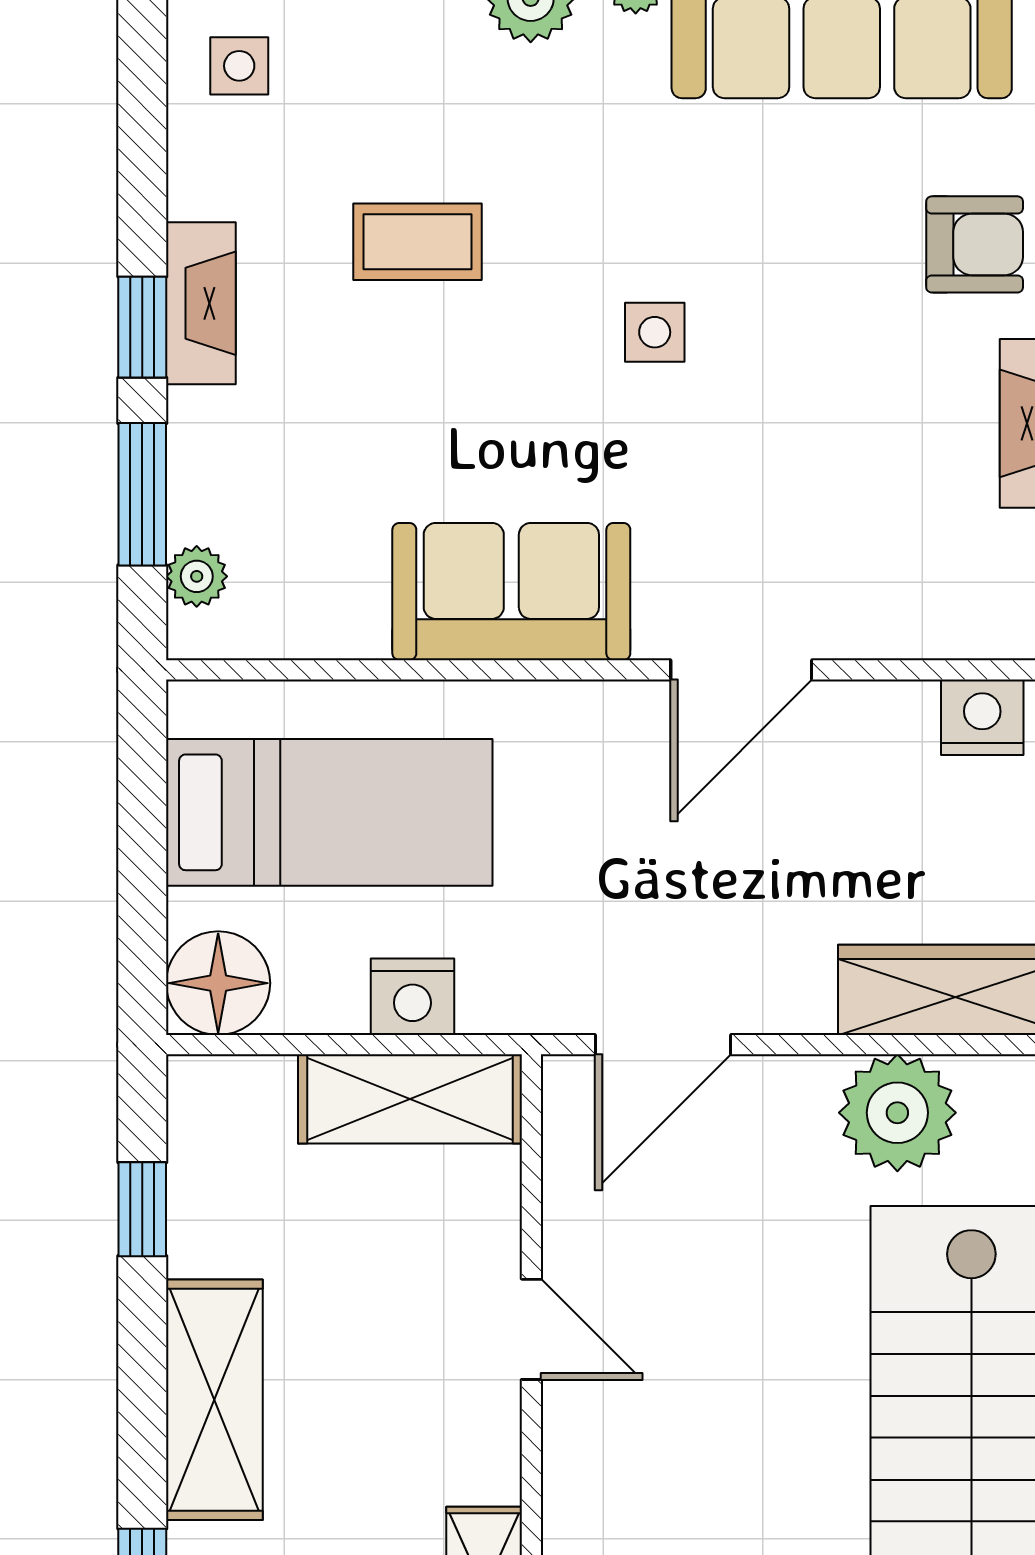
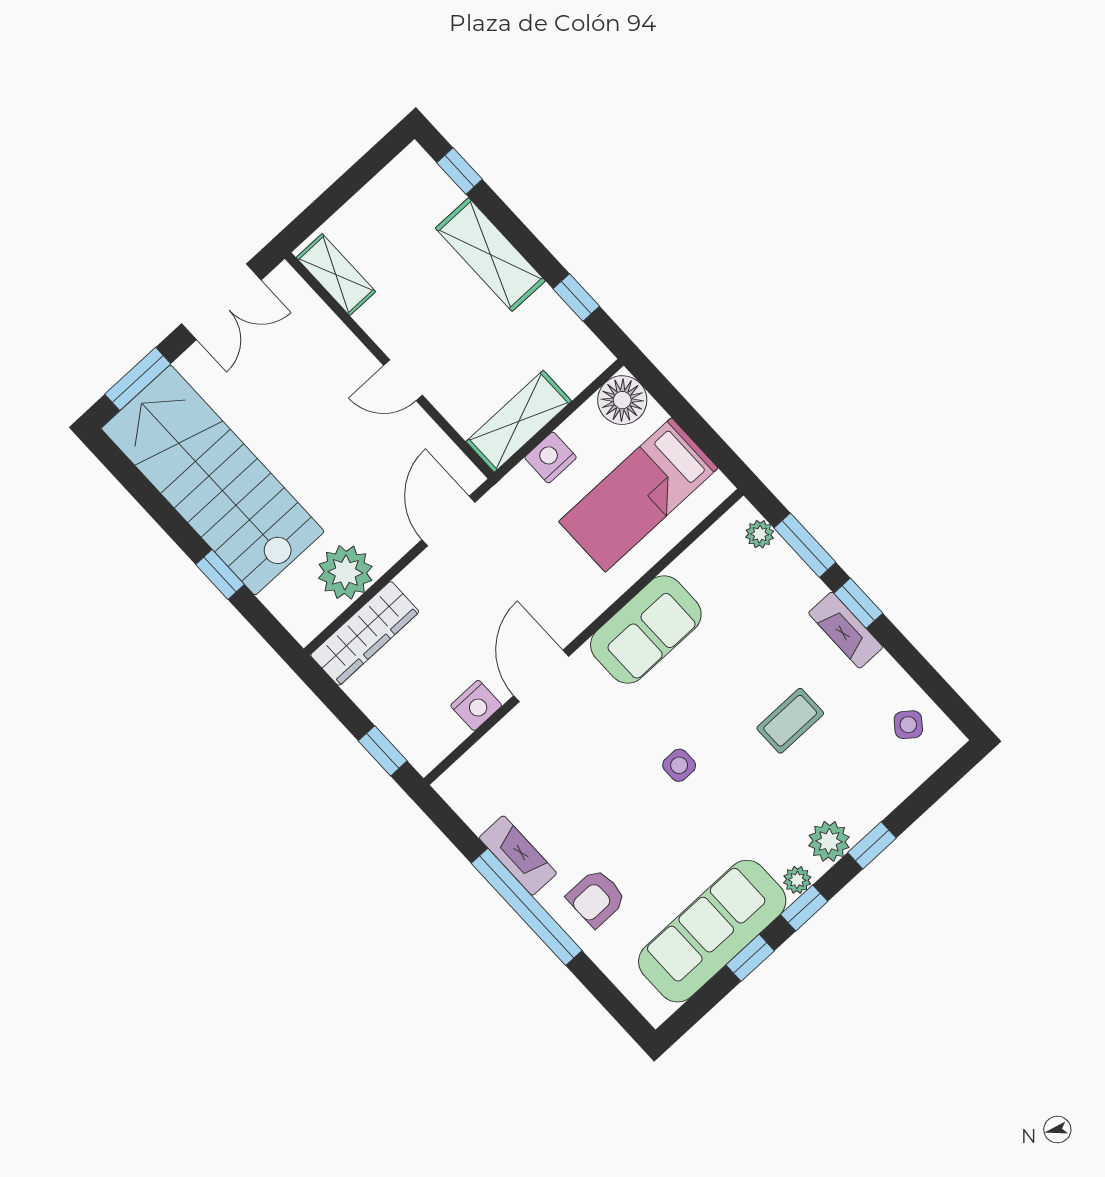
side table: (239, 66) -> (908, 725), turned 38
nightstand: (982, 717) -> (476, 705), moved

